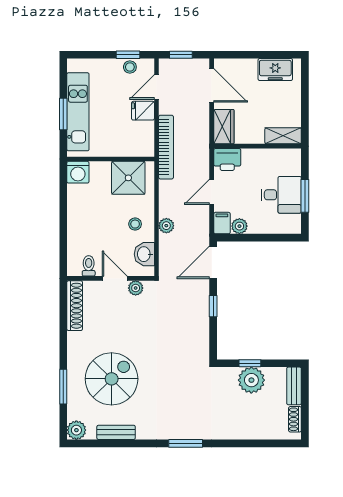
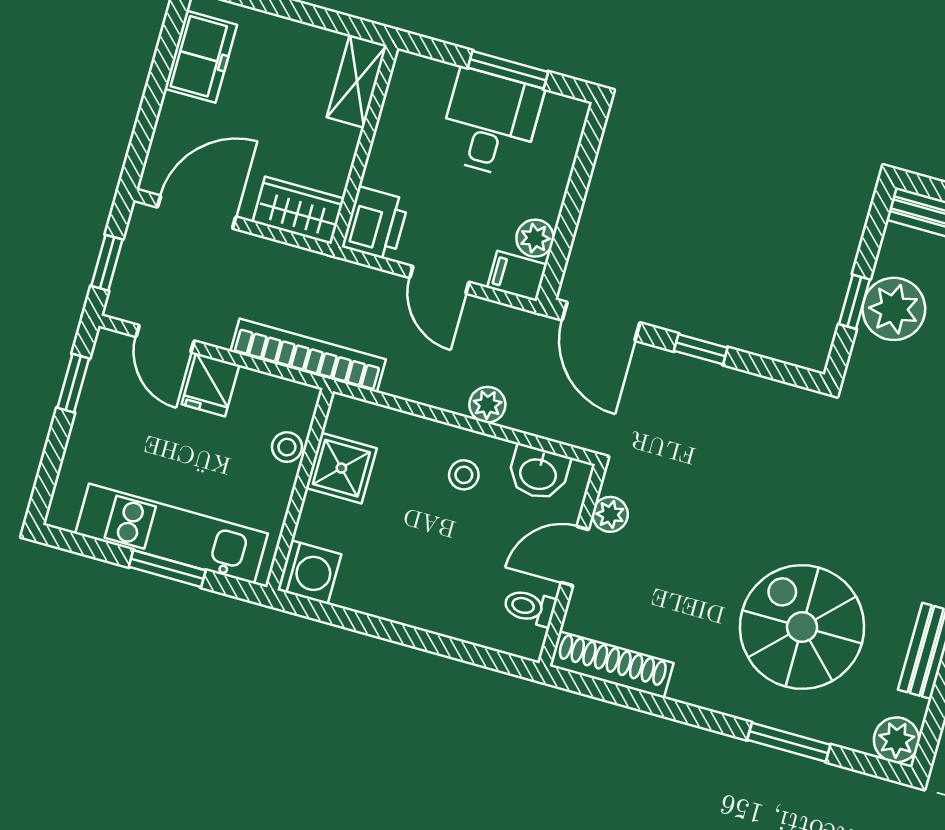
stool: (130, 67) -> (287, 447), moved
shower: (128, 178) -> (341, 468), width x0.73, depth x0.73

